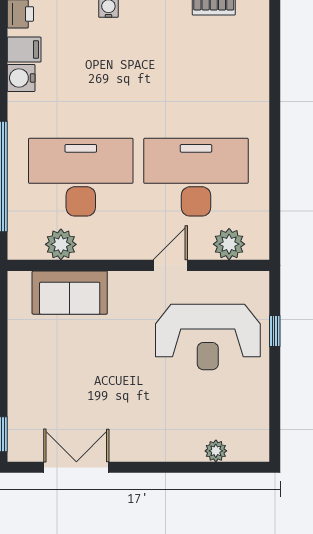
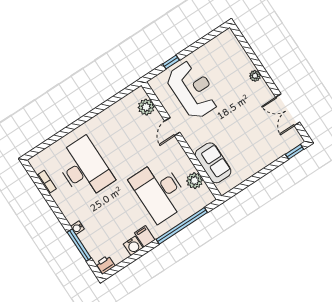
filing cabinet: (24, 50) -> (145, 236), moved
desk: (196, 177) -> (84, 168), moved, turned 180
door: (170, 265) -> (172, 127), hinge flipped
plant: (216, 451) -> (255, 76), moved

